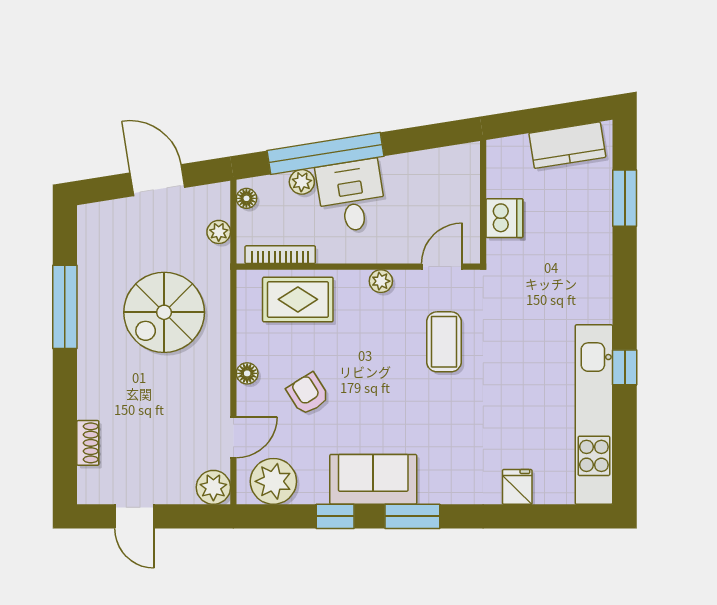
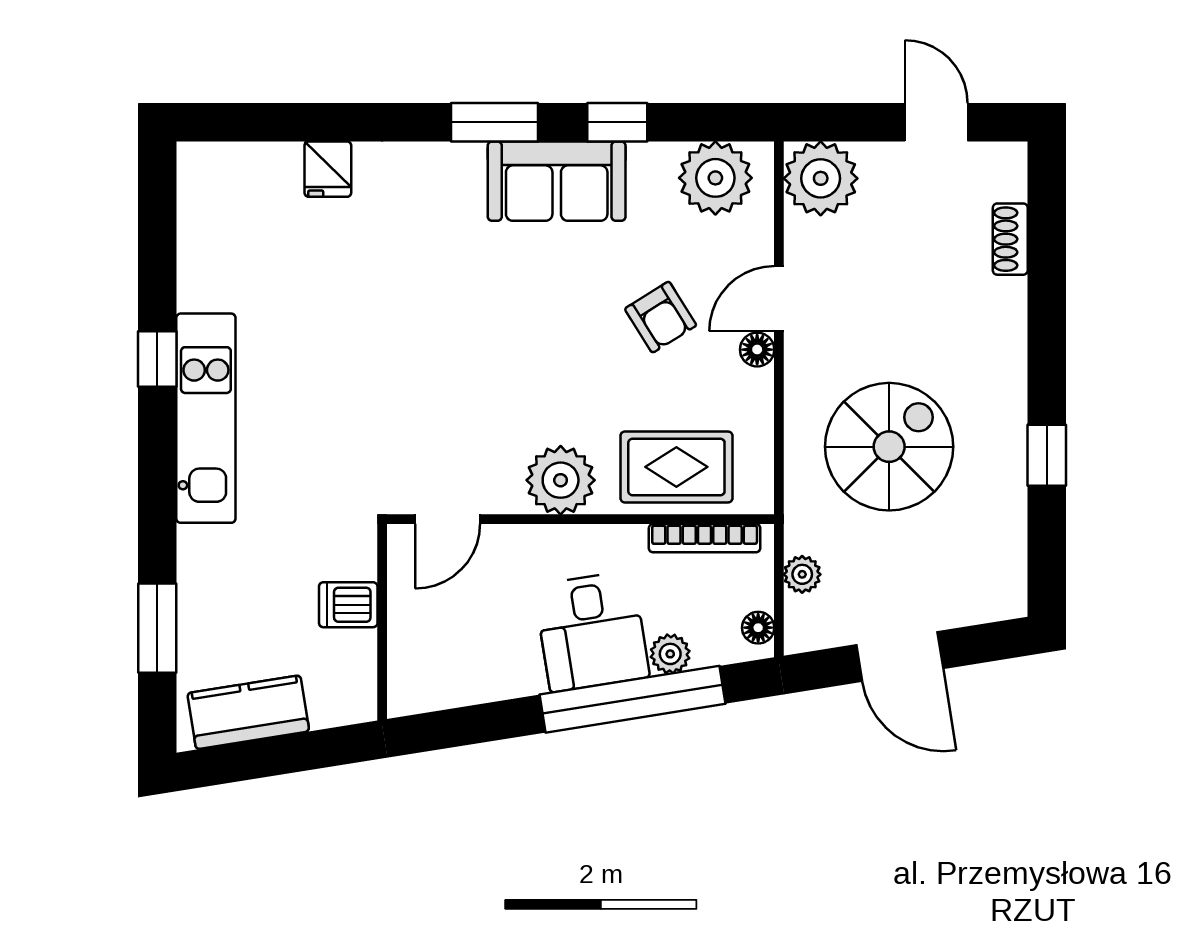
dishwasher: (504, 218) -> (348, 605), width x0.73
plant: (381, 281) -> (561, 480), width x1.87, depth x1.87
window: (65, 307) -> (1047, 455), width x0.46
coffee table: (444, 342) -> (444, 400), removed
kitchen unit: (594, 415) -> (206, 418), moved, width x0.73
door: (233, 437) -> (779, 299), moved
plant: (213, 487) -> (821, 178), width x1.36, depth x1.36

